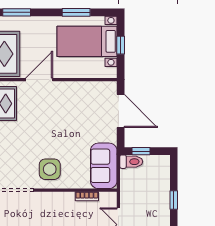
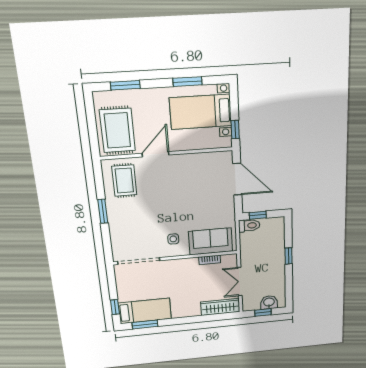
window: (121, 45) -> (235, 129), moved
sofa: (104, 166) -> (211, 241), moved, turned 90
side table: (50, 169) -> (173, 239), width x0.54, depth x0.54

